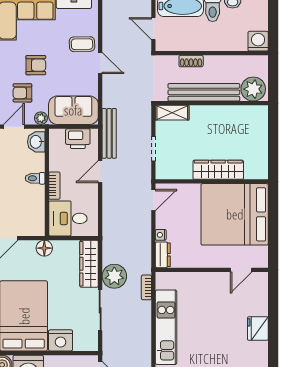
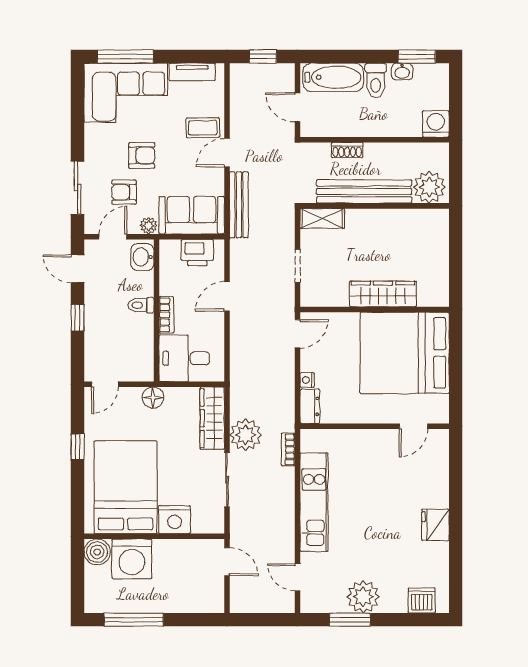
door: (100, 63) -> (227, 153), swing flipped
bench: (109, 133) -> (239, 205), moved
fridge: (258, 329) -> (435, 525), moved

